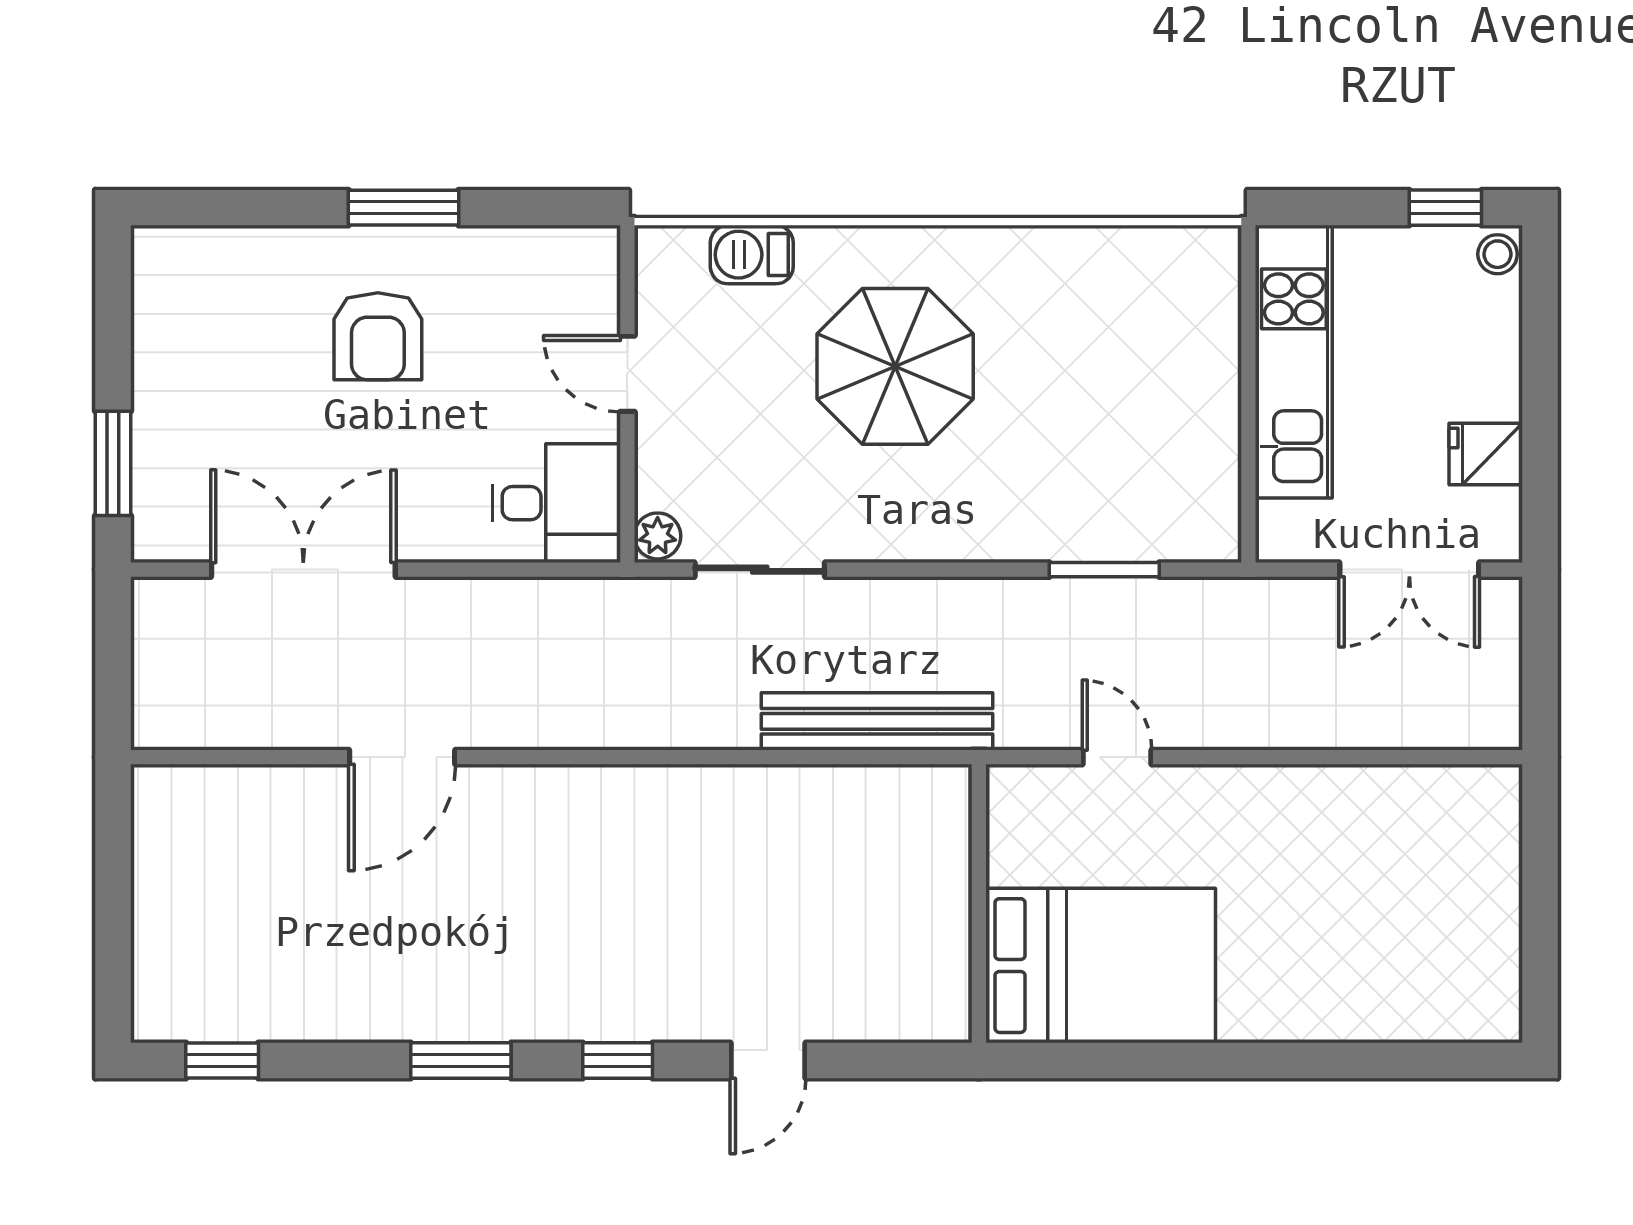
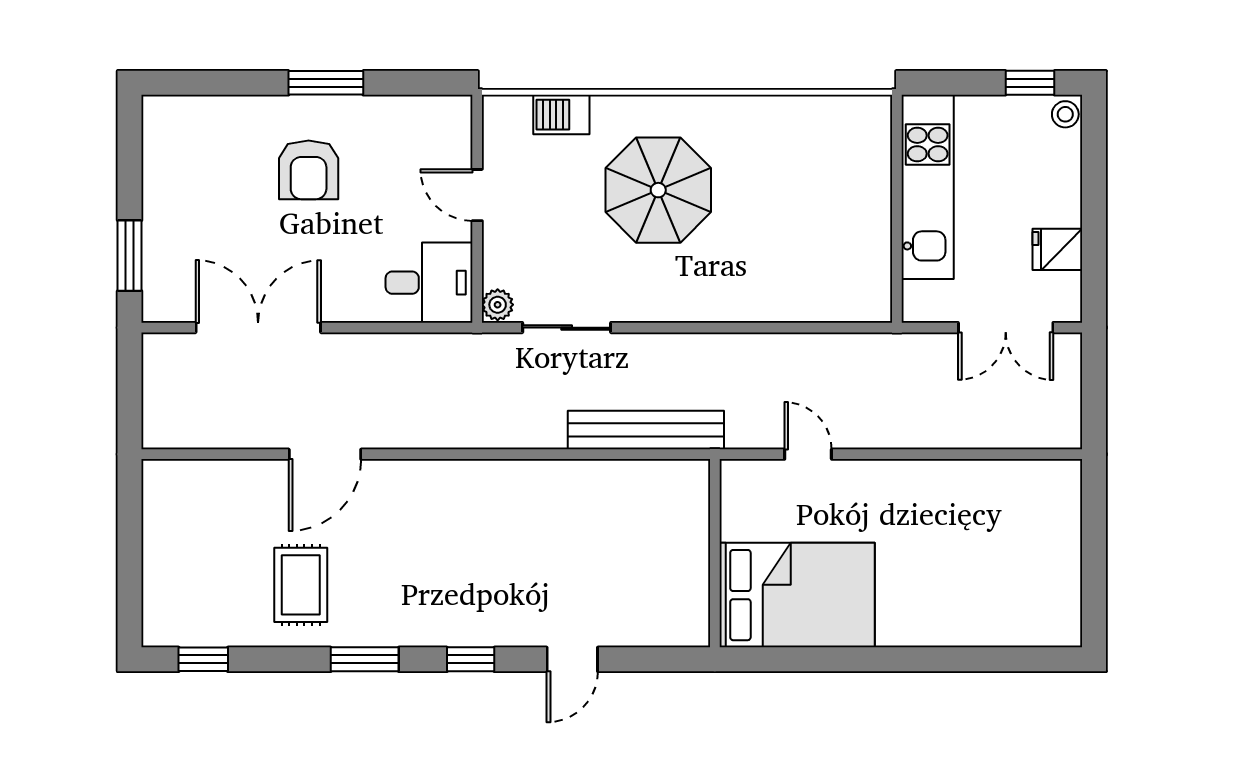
window: (1104, 570) -> (799, 328), removed
rug: (366, 950) -> (301, 585), added

